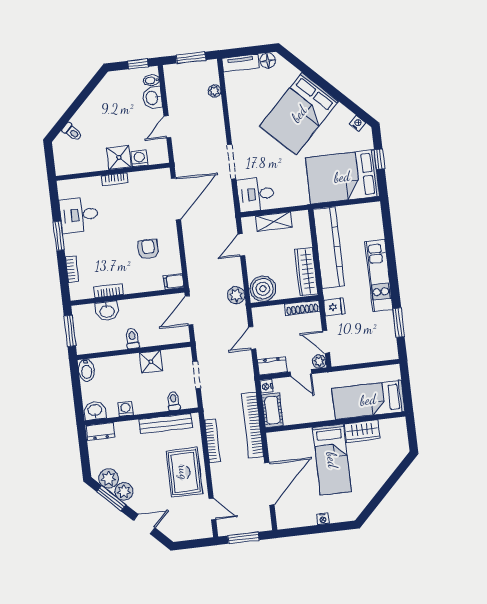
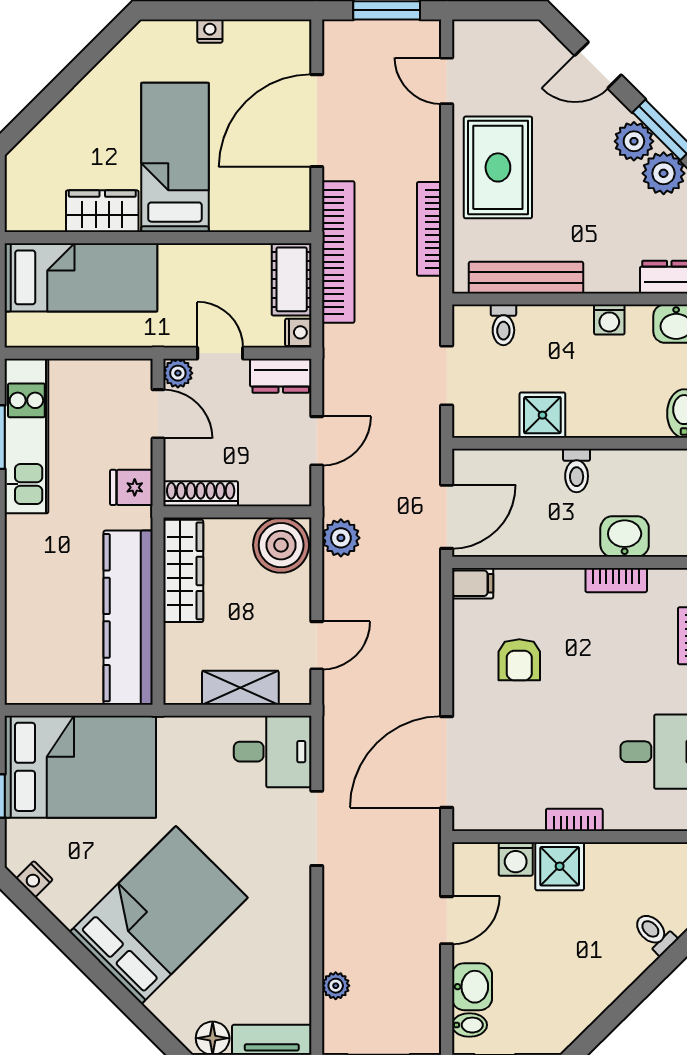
kitchen unit: (379, 276) -> (26, 436), moved

